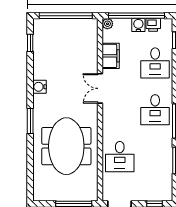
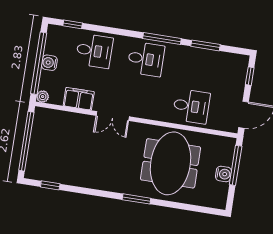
printer: (153, 25) -> (52, 46), removed
water cooler: (40, 87) -> (223, 174), moved, turned -90
meeting table: (66, 146) -> (171, 163), turned 90

